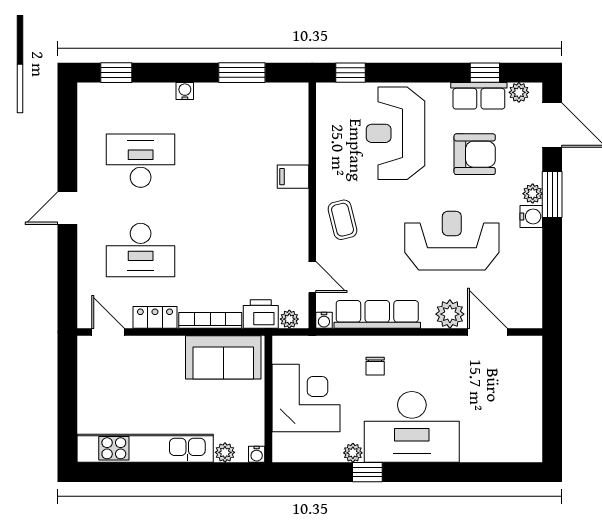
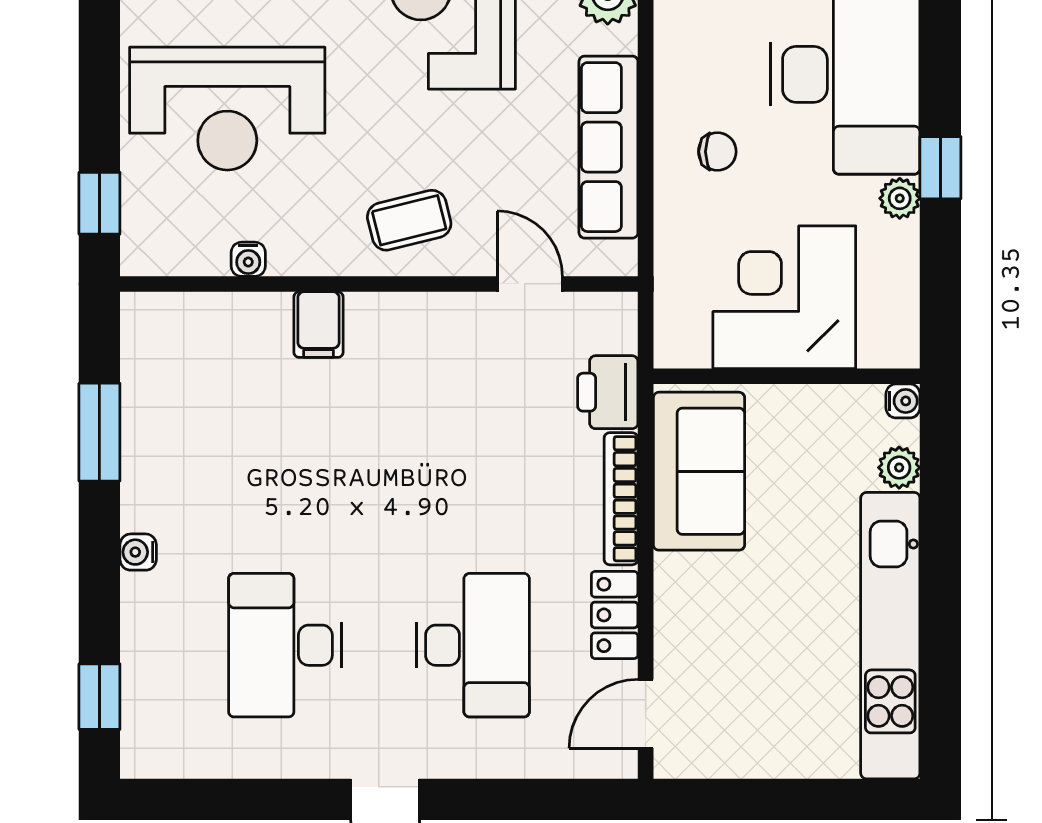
door: (312, 277) -> (530, 284), hinge flipped
plant: (289, 319) -> (618, 332), removed
water cooler: (324, 320) -> (248, 259), moved, turned 90

